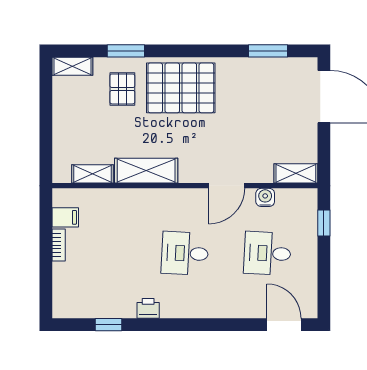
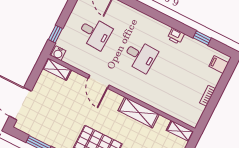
shelving: (92, 174) -> (180, 131), moved
door: (227, 186) -> (99, 82), swing flipped
water cooler: (265, 197) -> (58, 53), moved
filing cabinet: (65, 217) -> (219, 65), moved

